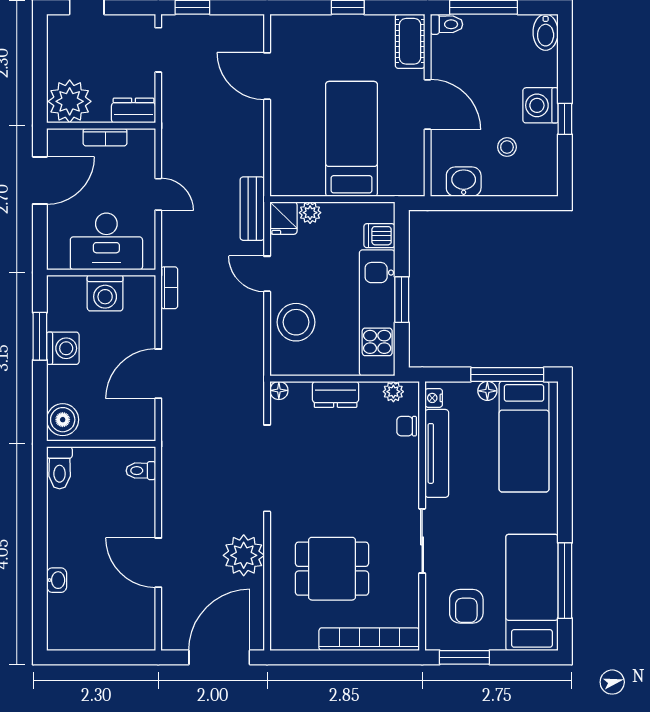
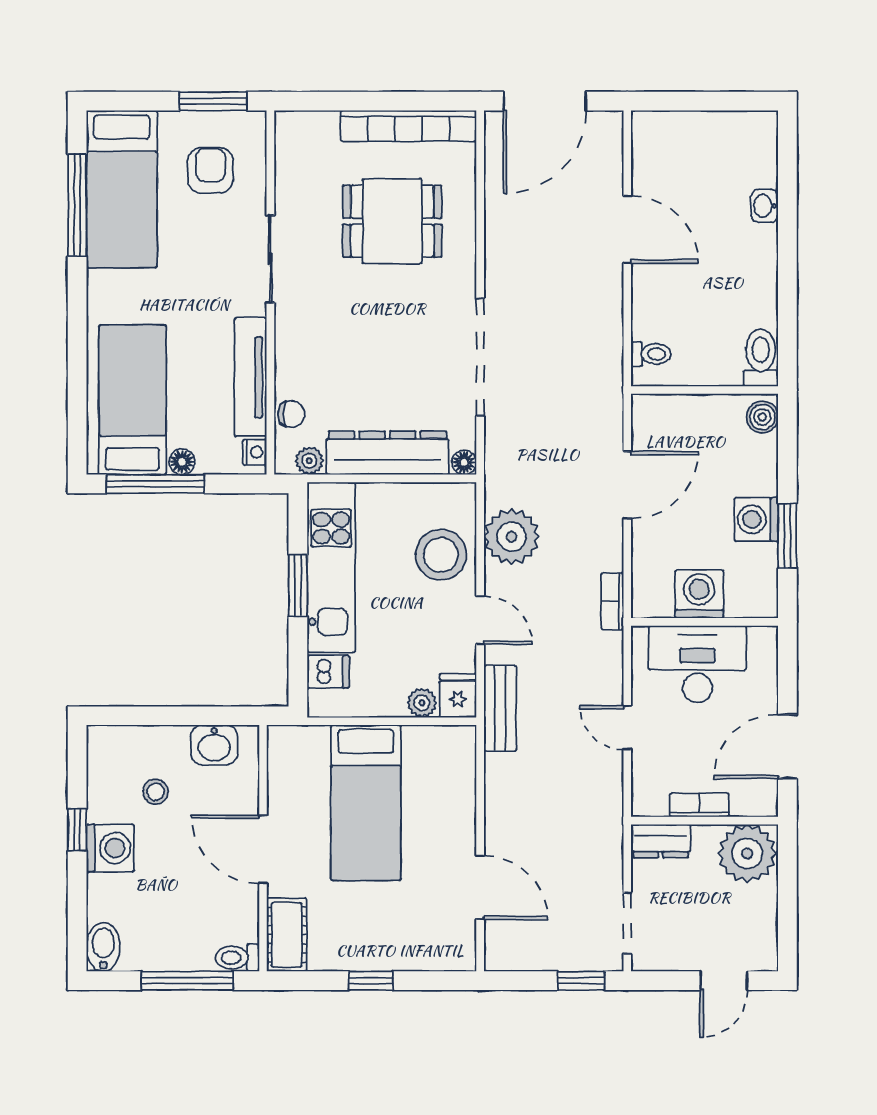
dresser: (336, 394) -> (387, 453), width x1.96, depth x1.24
boiler: (63, 420) -> (762, 417), width x0.73, depth x0.73
plant: (244, 555) -> (512, 537), moved
bookcase: (369, 639) -> (408, 126), moved

